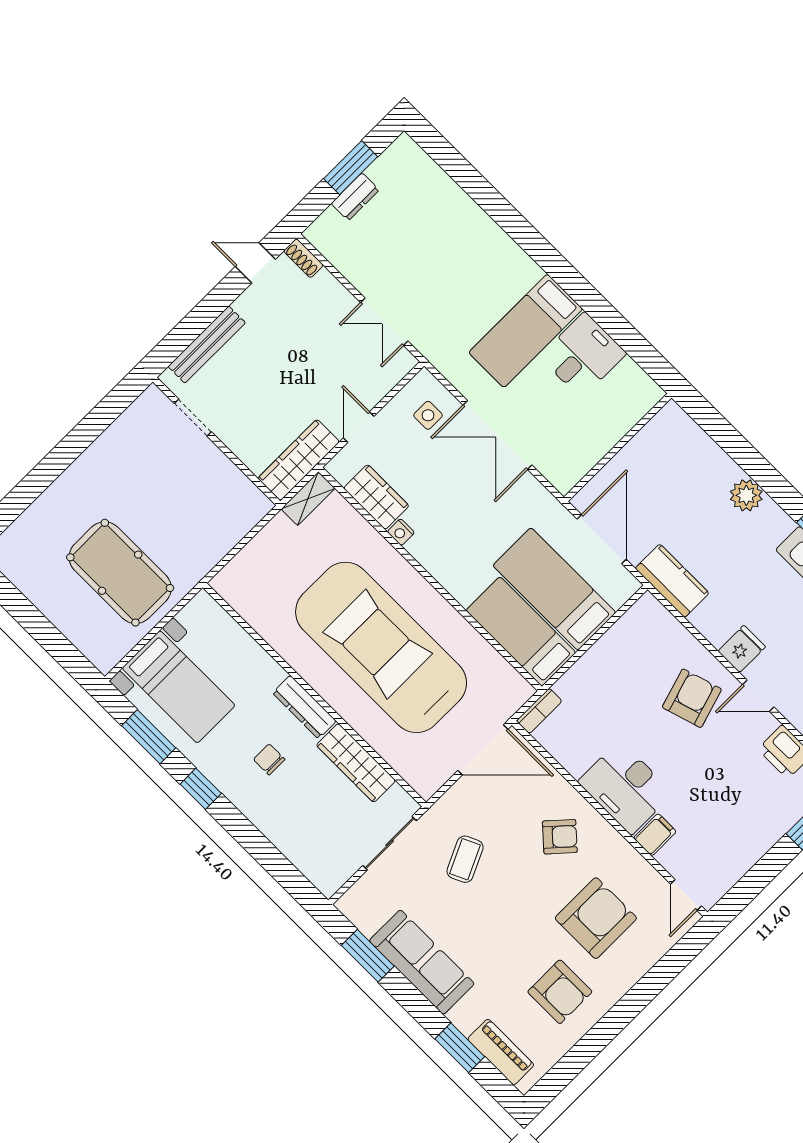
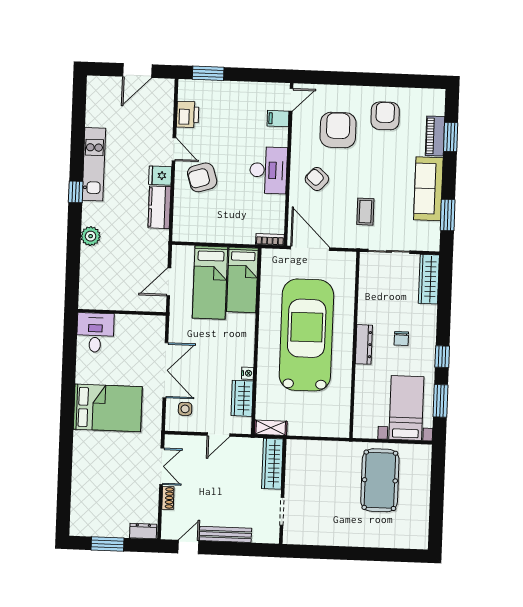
dresser: (355, 197) -> (143, 531), moved
shoe rack: (303, 258) -> (168, 498), moved
door: (255, 263) -> (188, 547), swing flipped
bed: (526, 331) -> (108, 408), width x1.50
bench: (207, 345) -> (225, 534), moved
desk: (583, 355) -> (95, 333), moved, turned 90
wardrobe: (299, 460) -> (272, 464), moved, turned 90
door: (602, 539) -> (169, 282), width x0.73
kitchen counter: (672, 581) -> (159, 207), moved
car: (381, 647) -> (306, 335), turned 180
wardrobe: (356, 763) -> (429, 279), moved, turned 180
filing cabinet: (655, 835) -> (278, 119), moved
coffee table: (465, 859) -> (365, 212), turned -65
armchair: (596, 918) -> (338, 130), turned 90
piano: (501, 1052) -> (435, 136), moved

